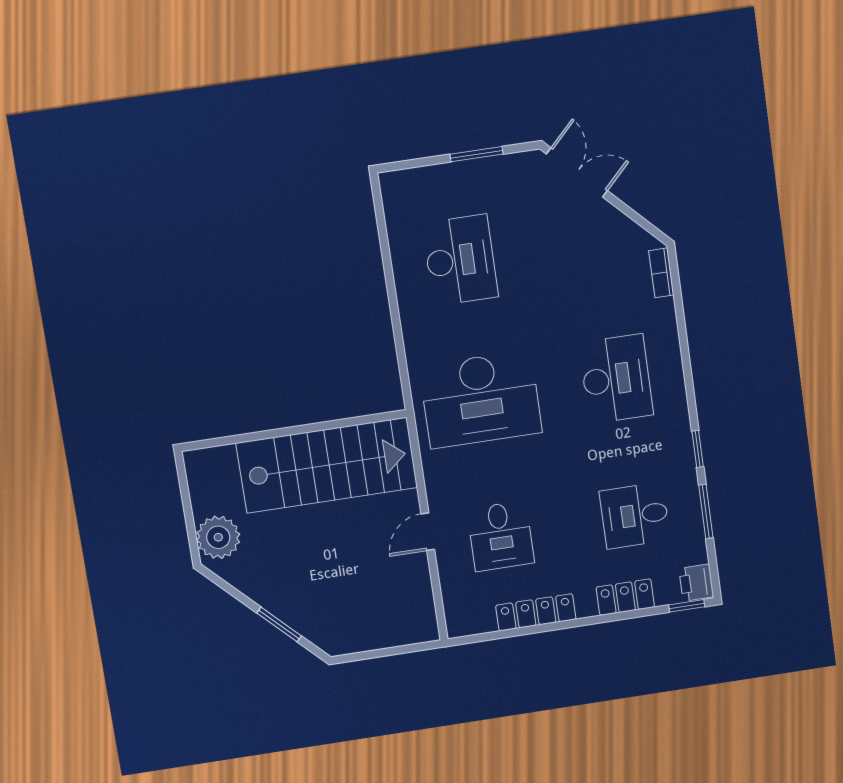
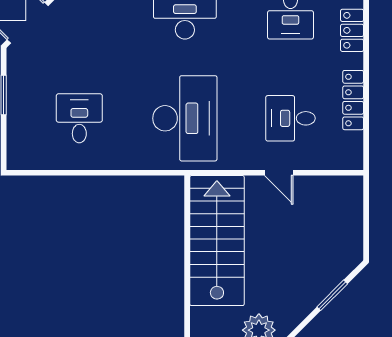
desk: (460, 260) -> (79, 118), width x0.73
desk: (501, 536) -> (290, 118), turned 180

